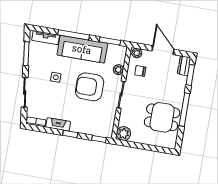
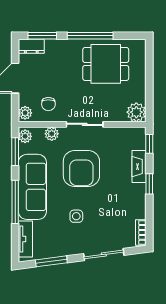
plant: (120, 50) -> (25, 136), added
dining table: (162, 117) -> (106, 64), turned 90
fireplace: (58, 124) -> (139, 167), moved

